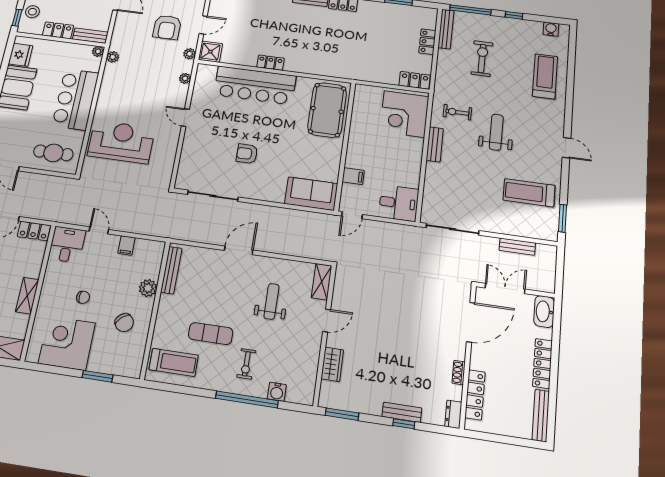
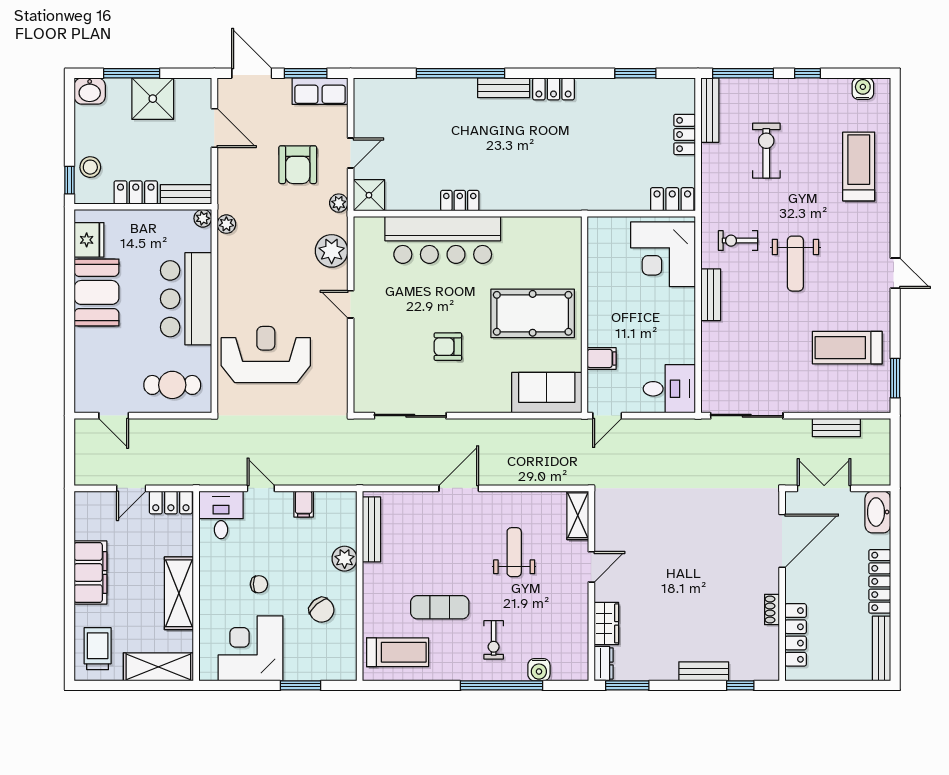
plant: (185, 78) -> (332, 251), width x1.87, depth x1.87
pool table: (327, 110) -> (533, 313), moved, turned 90
weight bench: (496, 132) -> (795, 264), turned 180
shelving: (27, 296) -> (179, 593), width x1.50, depth x1.33
dresser: (453, 414) -> (604, 663), moved, turned 180
window: (404, 424) -> (740, 685), moved

